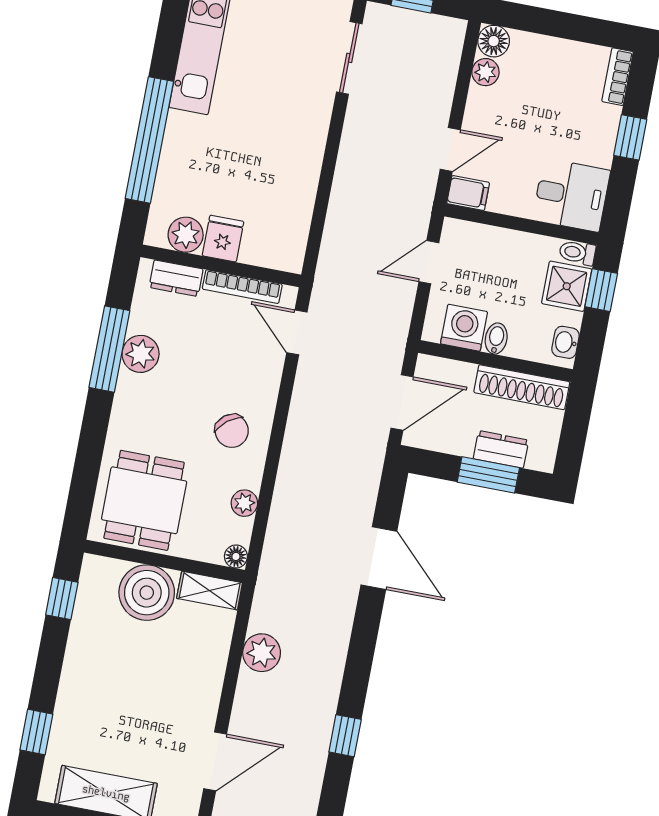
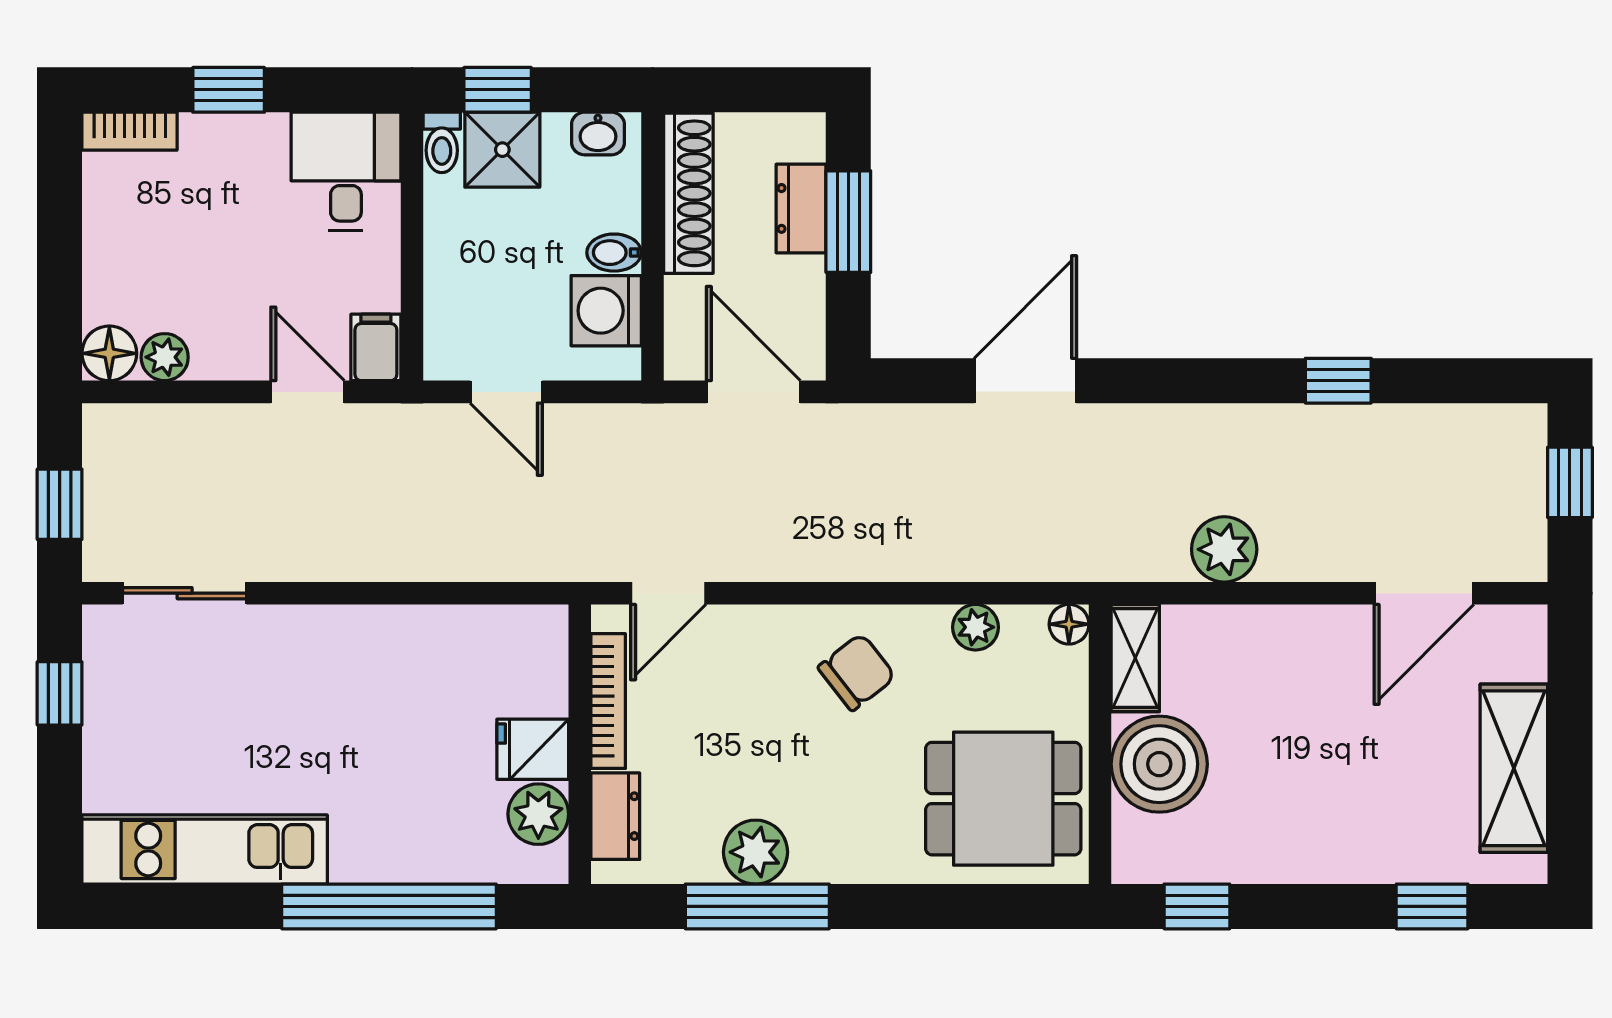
door: (215, 761) -> (1424, 593), swing flipped

